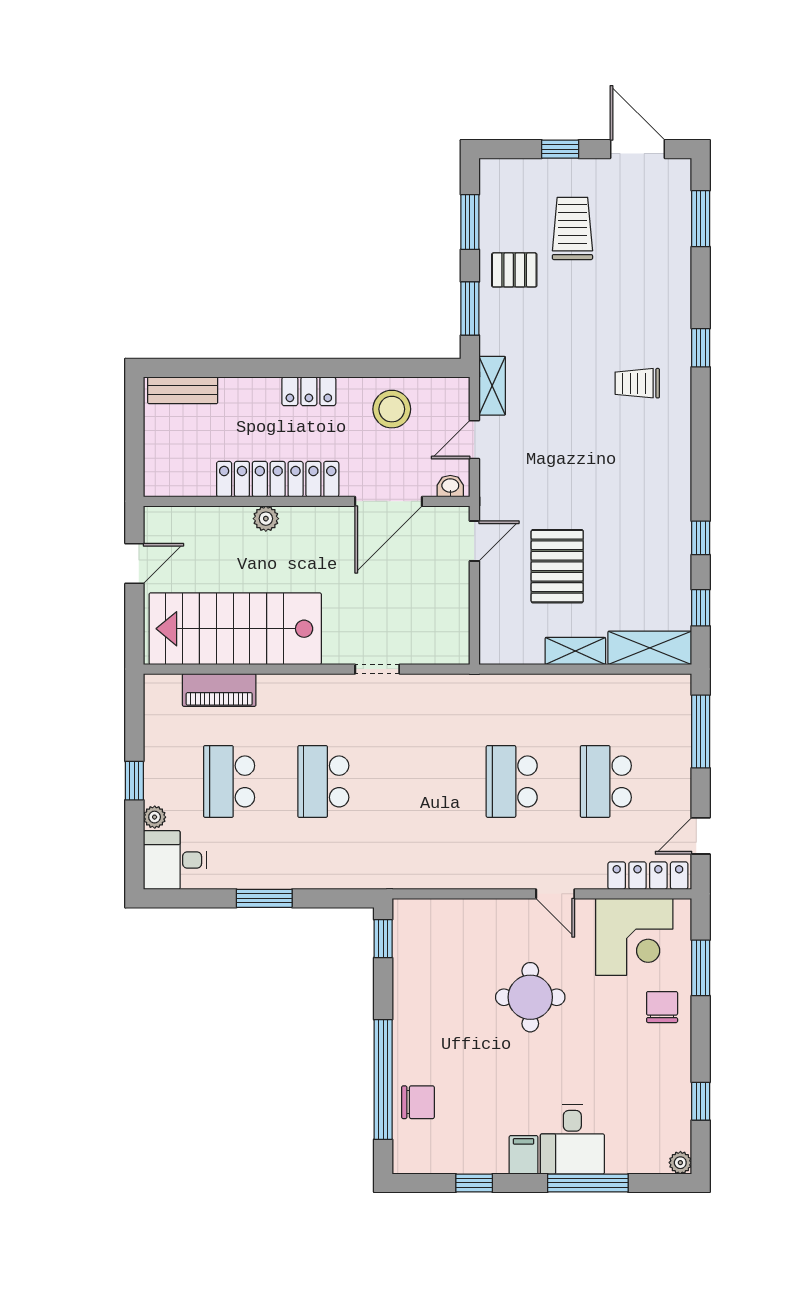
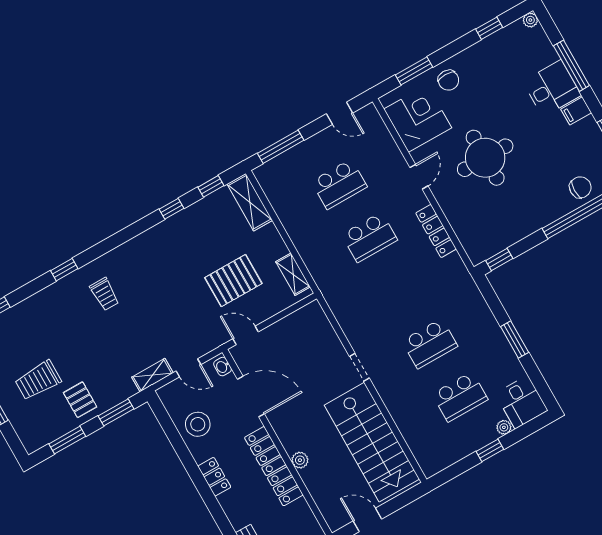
shelving: (575, 651) -> (293, 274), moved
doorway: (377, 669) -> (359, 367), moved
piano: (219, 690) -> (412, 432), removed
locker: (648, 876) -> (436, 231), moved
round table: (530, 997) -> (485, 158), width x1.36, depth x1.36
chair: (662, 1007) -> (448, 80), turned -90
chair: (418, 1102) -> (580, 187), turned 90

